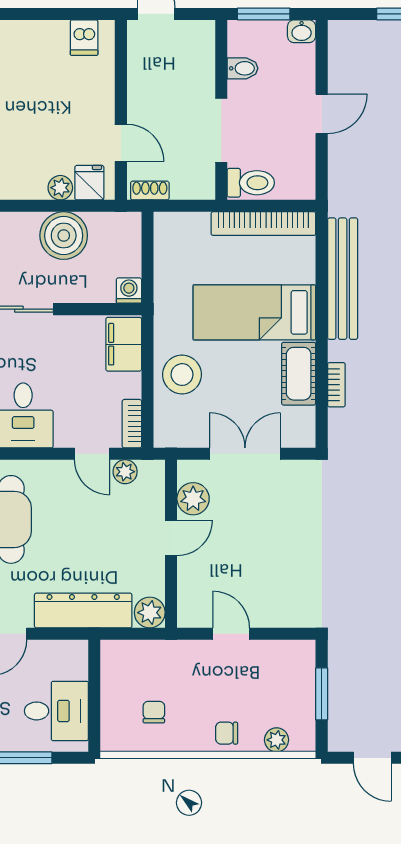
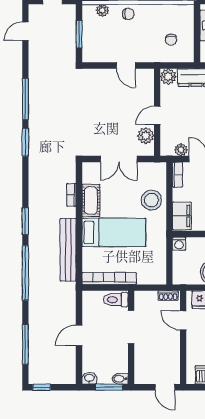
bidet: (243, 68) -> (120, 379), moved
chair: (154, 712) -> (171, 40), moved

